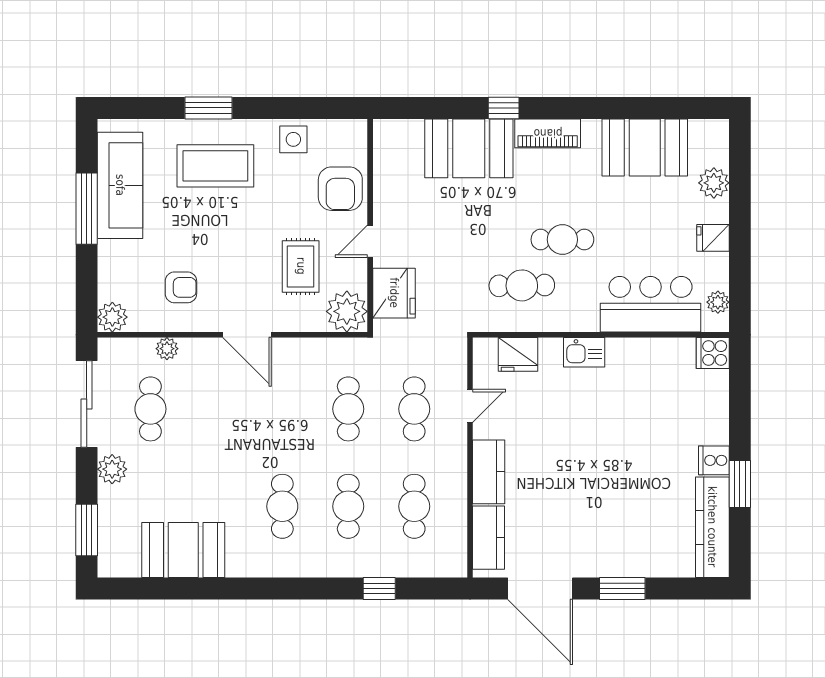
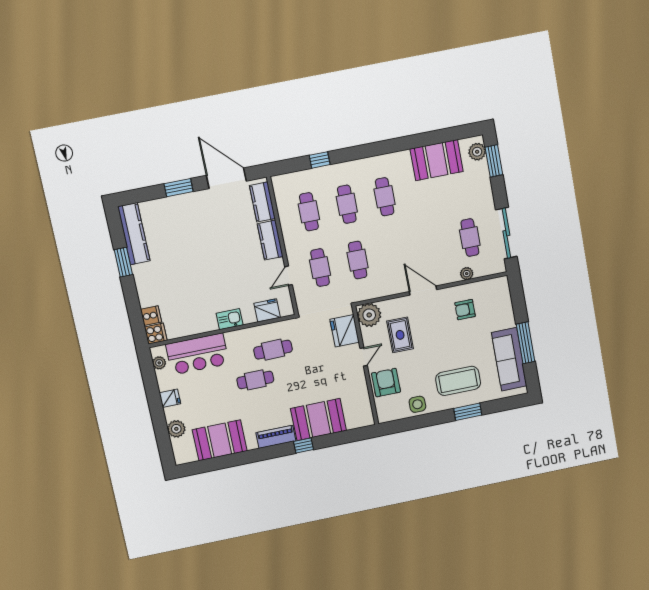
plant: (112, 317) -> (500, 285), removed
cooker: (714, 460) -> (151, 316), moved
plant: (112, 469) -> (477, 152), moved

